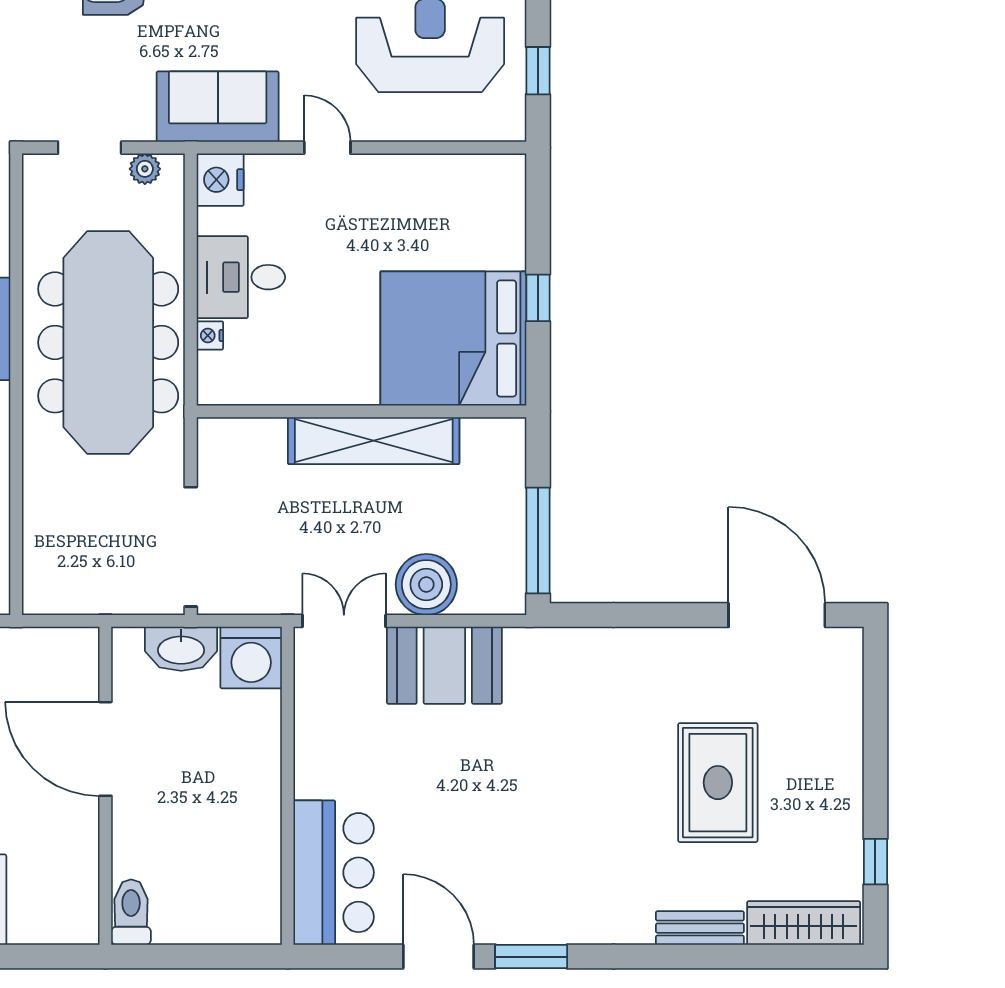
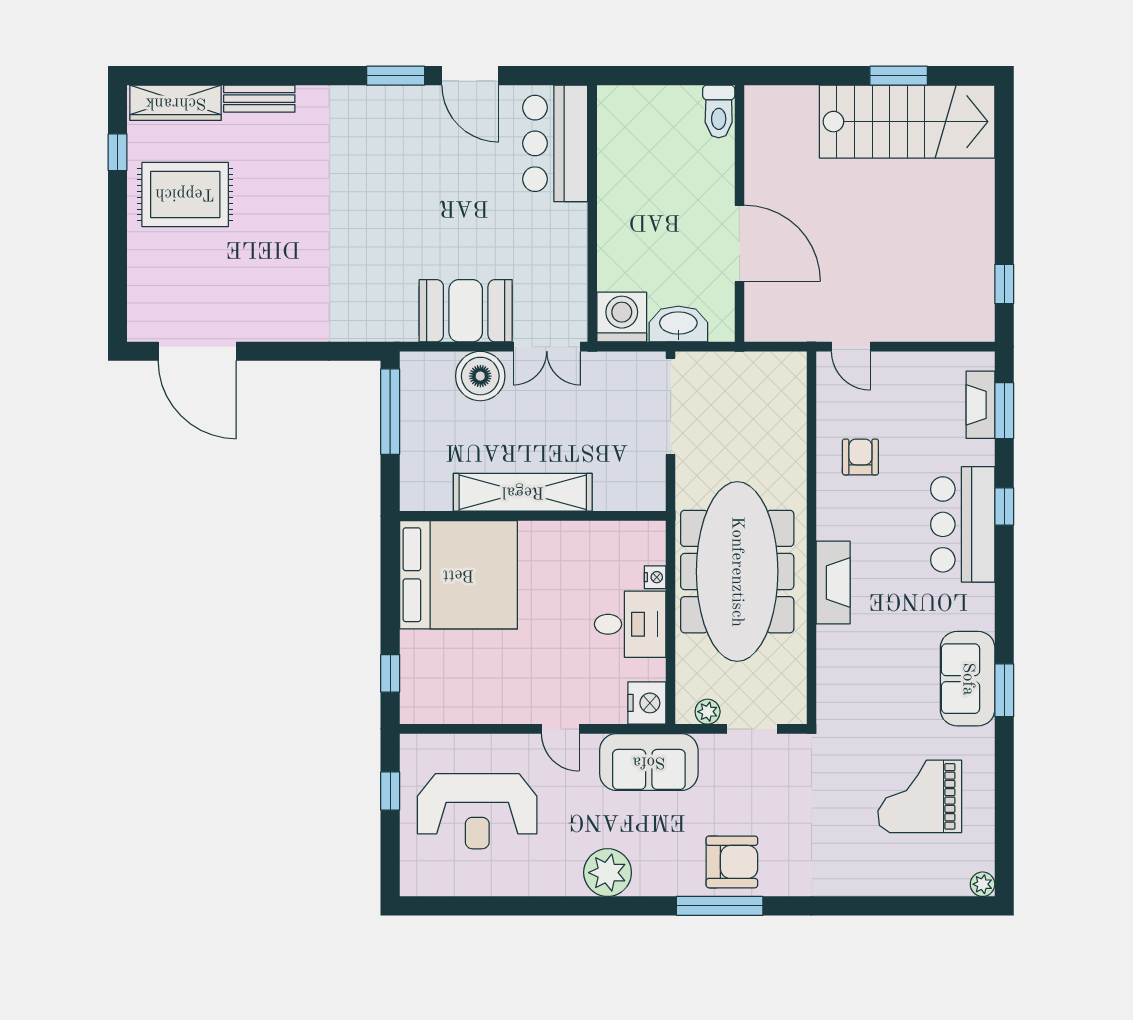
window: (538, 298) -> (390, 673), moved
rug: (718, 783) -> (185, 194), moved, turned 90

